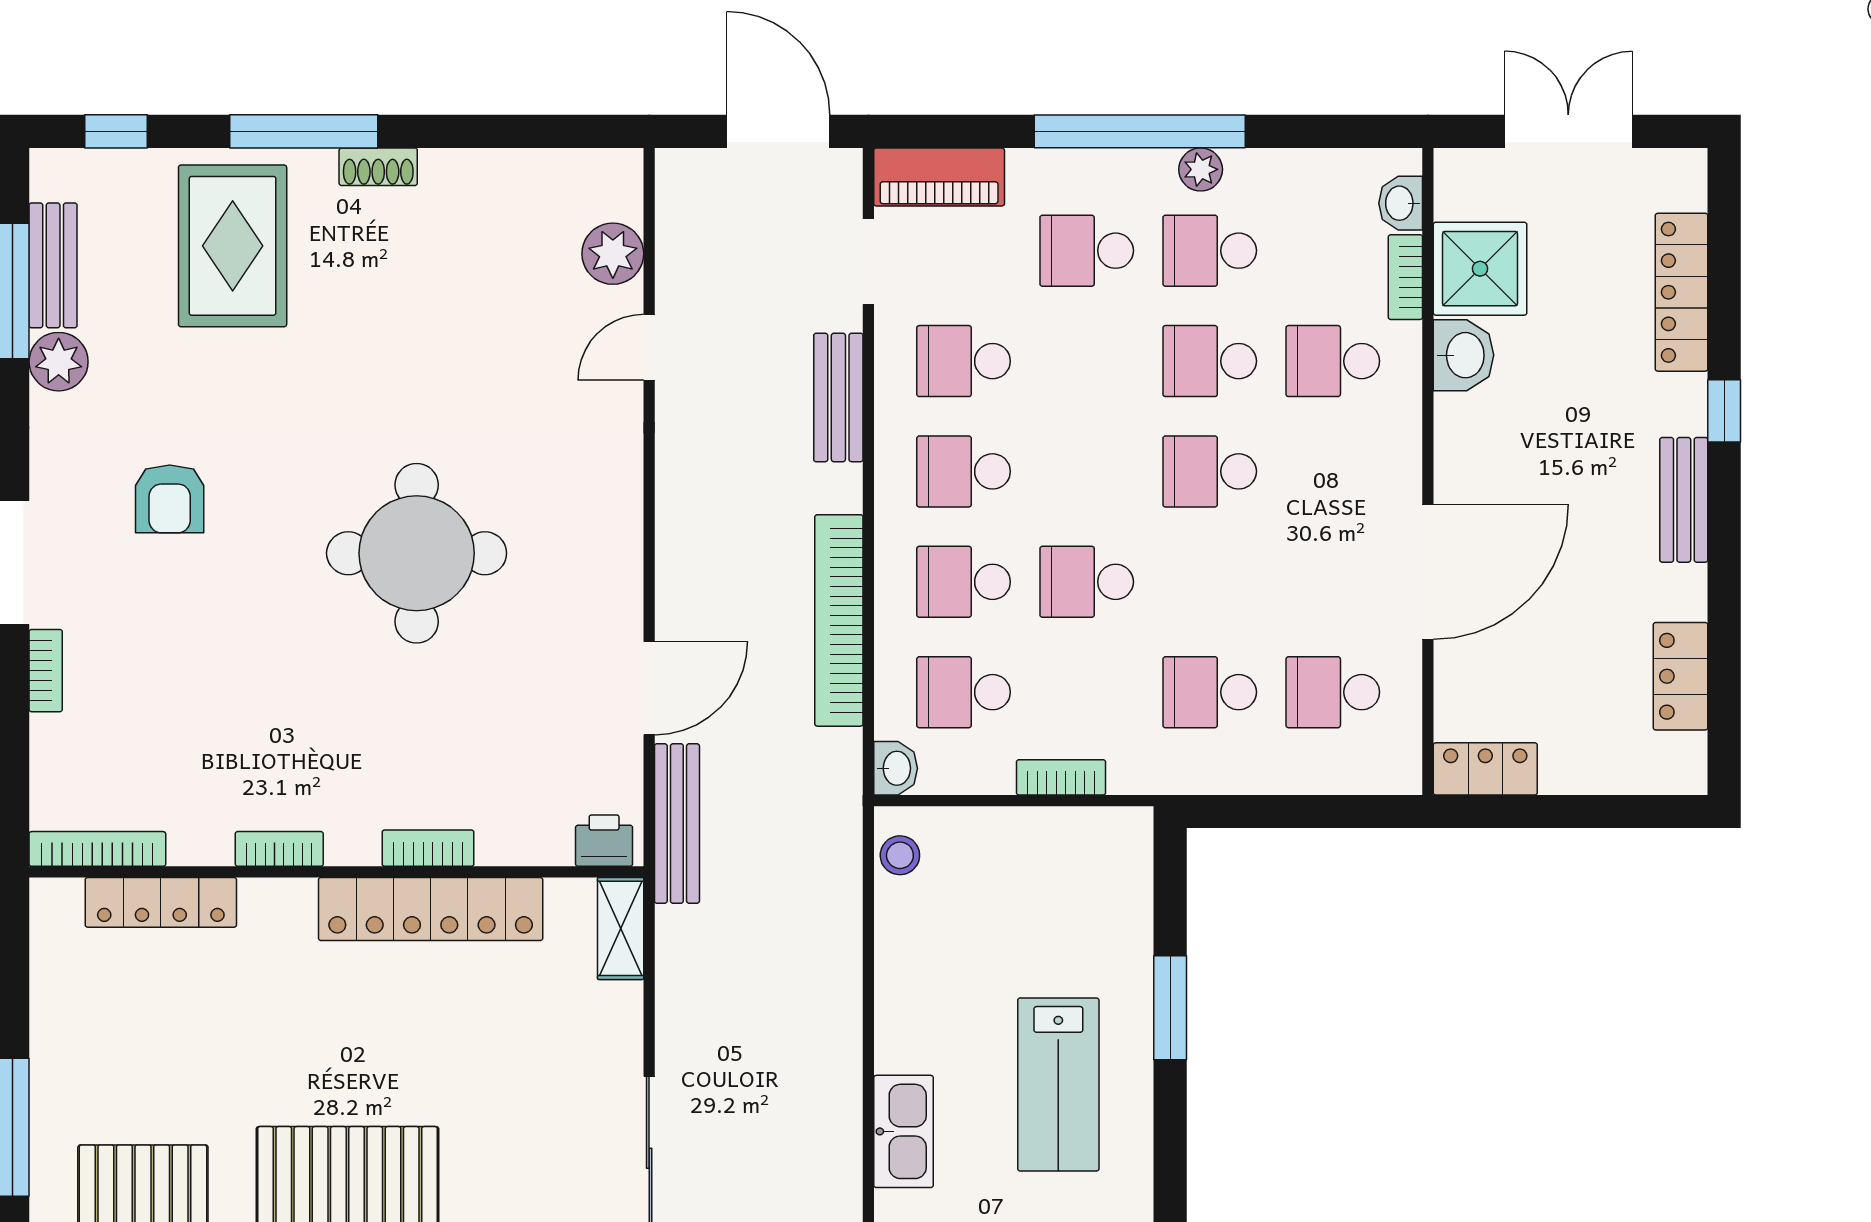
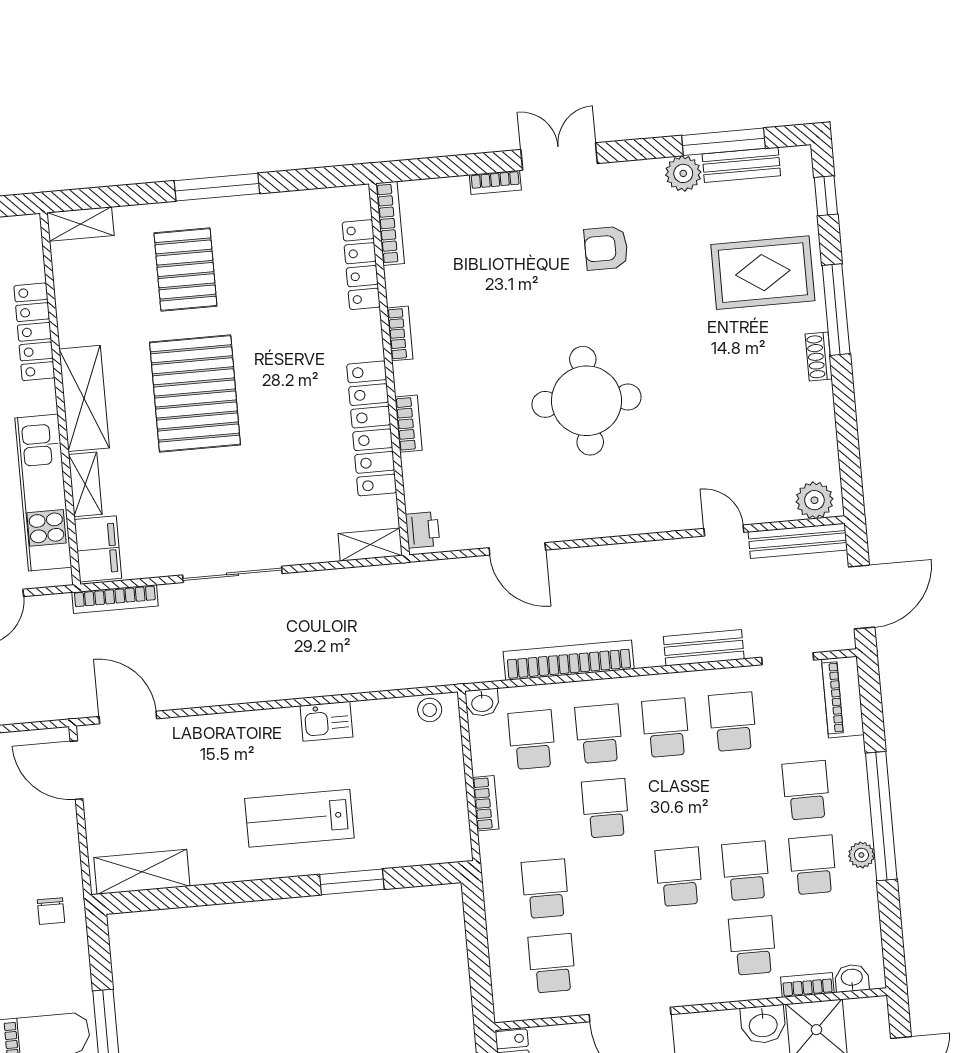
plant: (613, 254) -> (814, 500), moved
bench: (677, 823) -> (798, 541), moved
kitchen sink: (904, 1131) -> (326, 721), moved, width x0.73

